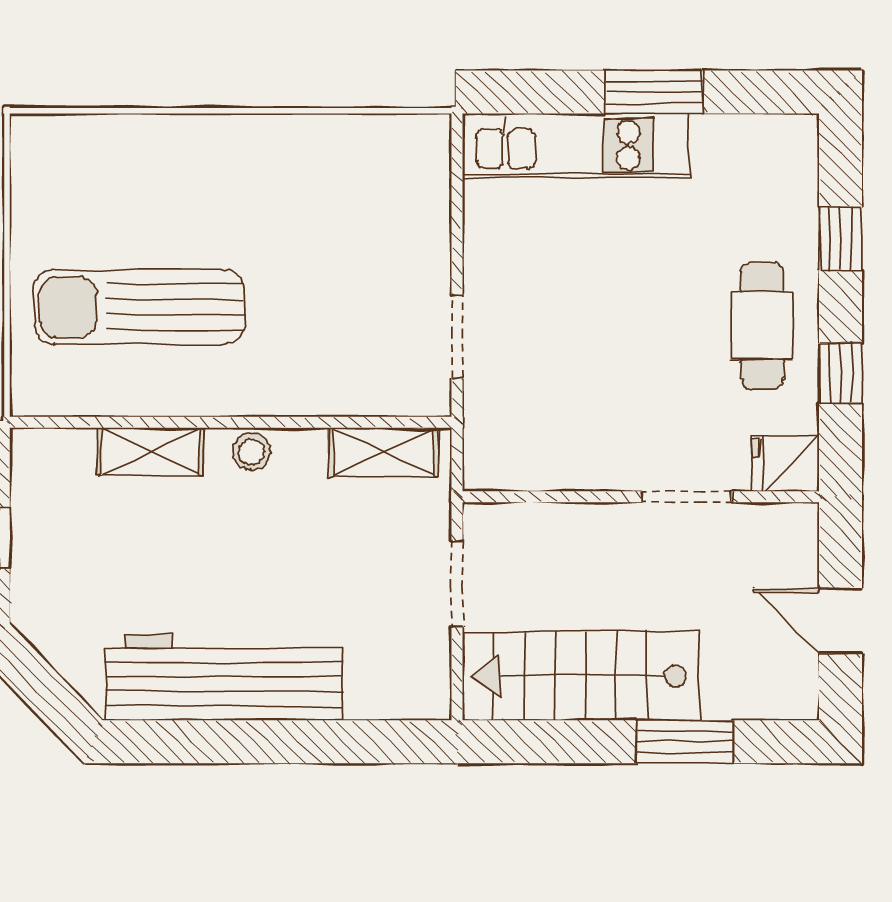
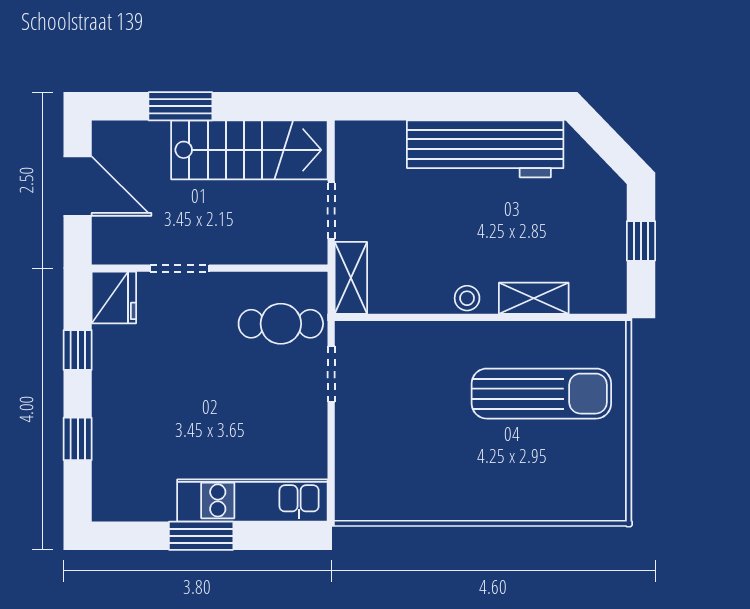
cafe table: (762, 326) -> (281, 324), moved, turned 90
shelving: (383, 452) -> (351, 278), moved, turned 90
fridge: (786, 463) -> (114, 298), width x1.38
door: (840, 621) -> (78, 186), width x1.38

